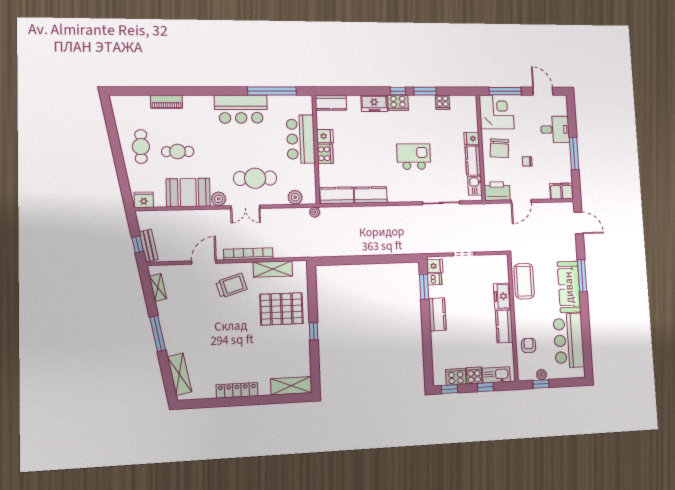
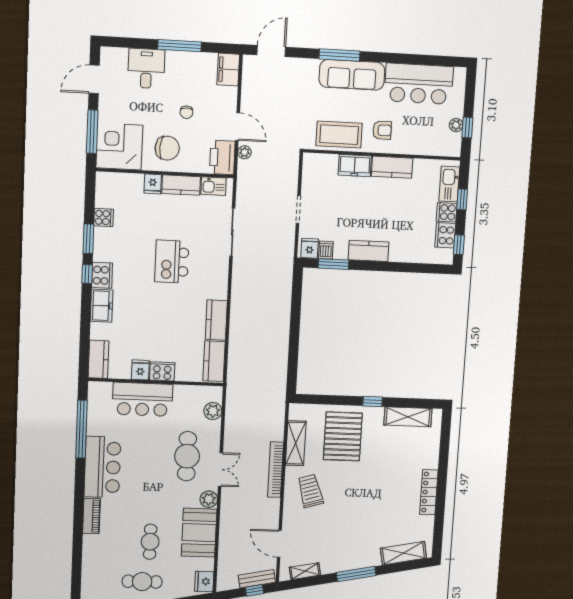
piano: (166, 102) -> (91, 516), moved
plant: (315, 212) -> (245, 152), moved
door: (204, 262) -> (279, 544), moved
armchair: (529, 345) -> (382, 130), moved, turned 180
shelving: (291, 386) -> (408, 417), moved, turned 90

